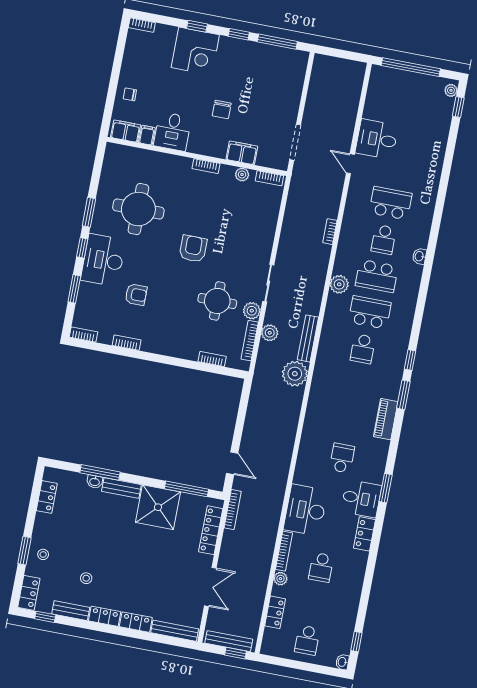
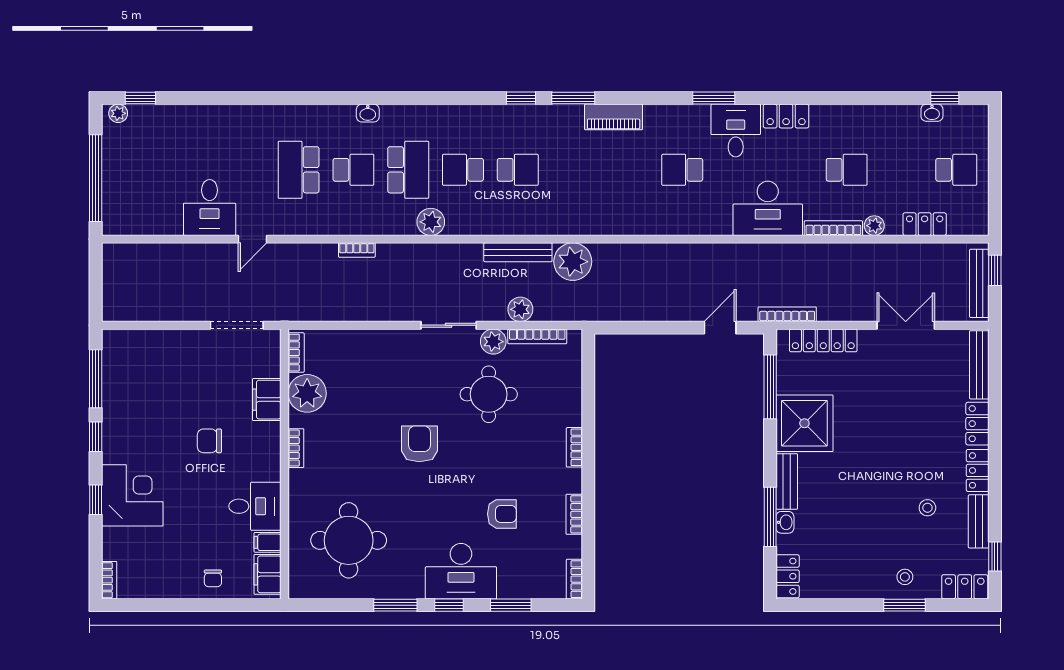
chair: (222, 109) -> (209, 441), turned 180
plant: (242, 175) -> (307, 393), width x1.88, depth x1.88
round table: (138, 209) -> (349, 540), moved
armchair: (193, 249) -> (419, 444), turned 90
armchair: (136, 295) -> (502, 514), turned 90
school desk: (370, 312) -> (463, 170), width x0.54
bookcase: (212, 359) -> (574, 447), moved
locker: (47, 497) -> (788, 576), moved, turned 90
washbasin: (342, 662) -> (932, 113), moved

